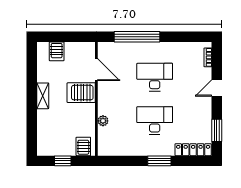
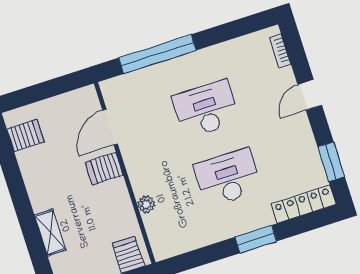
server rack: (57, 51) -> (26, 135), moved, turned -90
door: (96, 70) -> (110, 127), swing flipped
server rack: (81, 93) -> (104, 169), width x0.73, depth x0.70
shelving: (43, 96) -> (50, 232), moved

